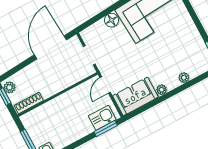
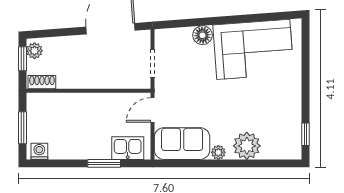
plant: (184, 78) -> (247, 146), width x1.87, depth x1.87
shoe rack: (29, 103) -> (42, 82), width x0.70
window: (106, 128) -> (104, 163), moved

